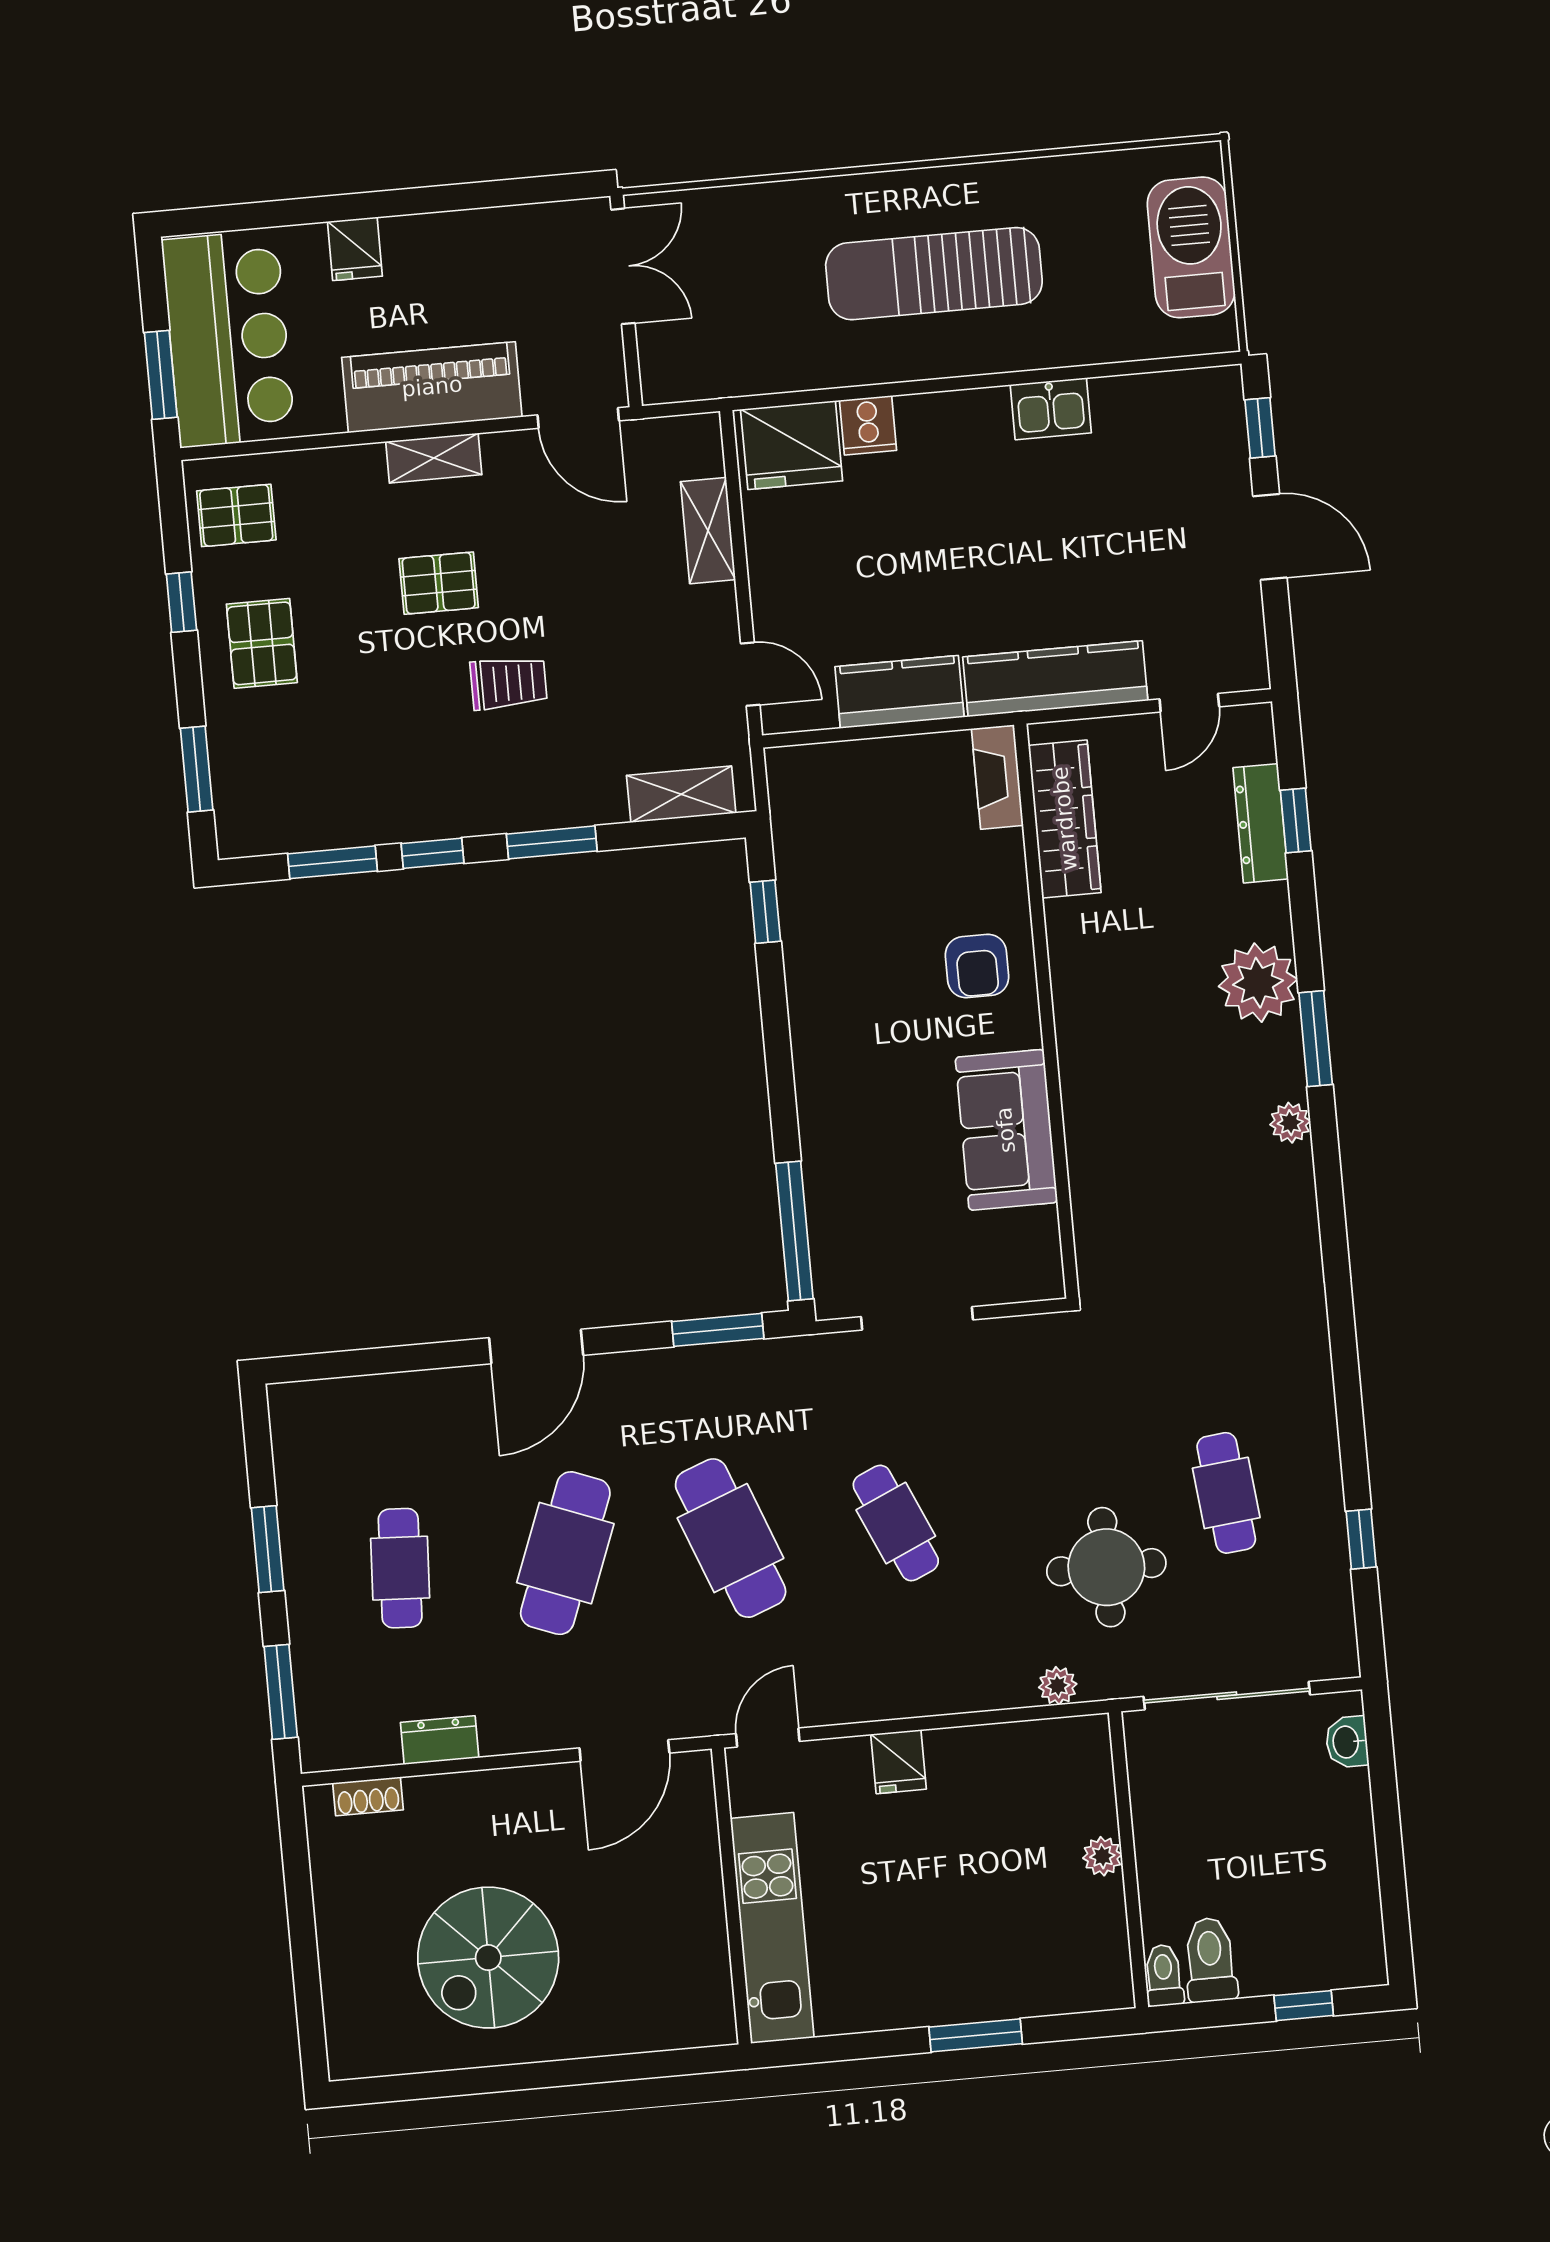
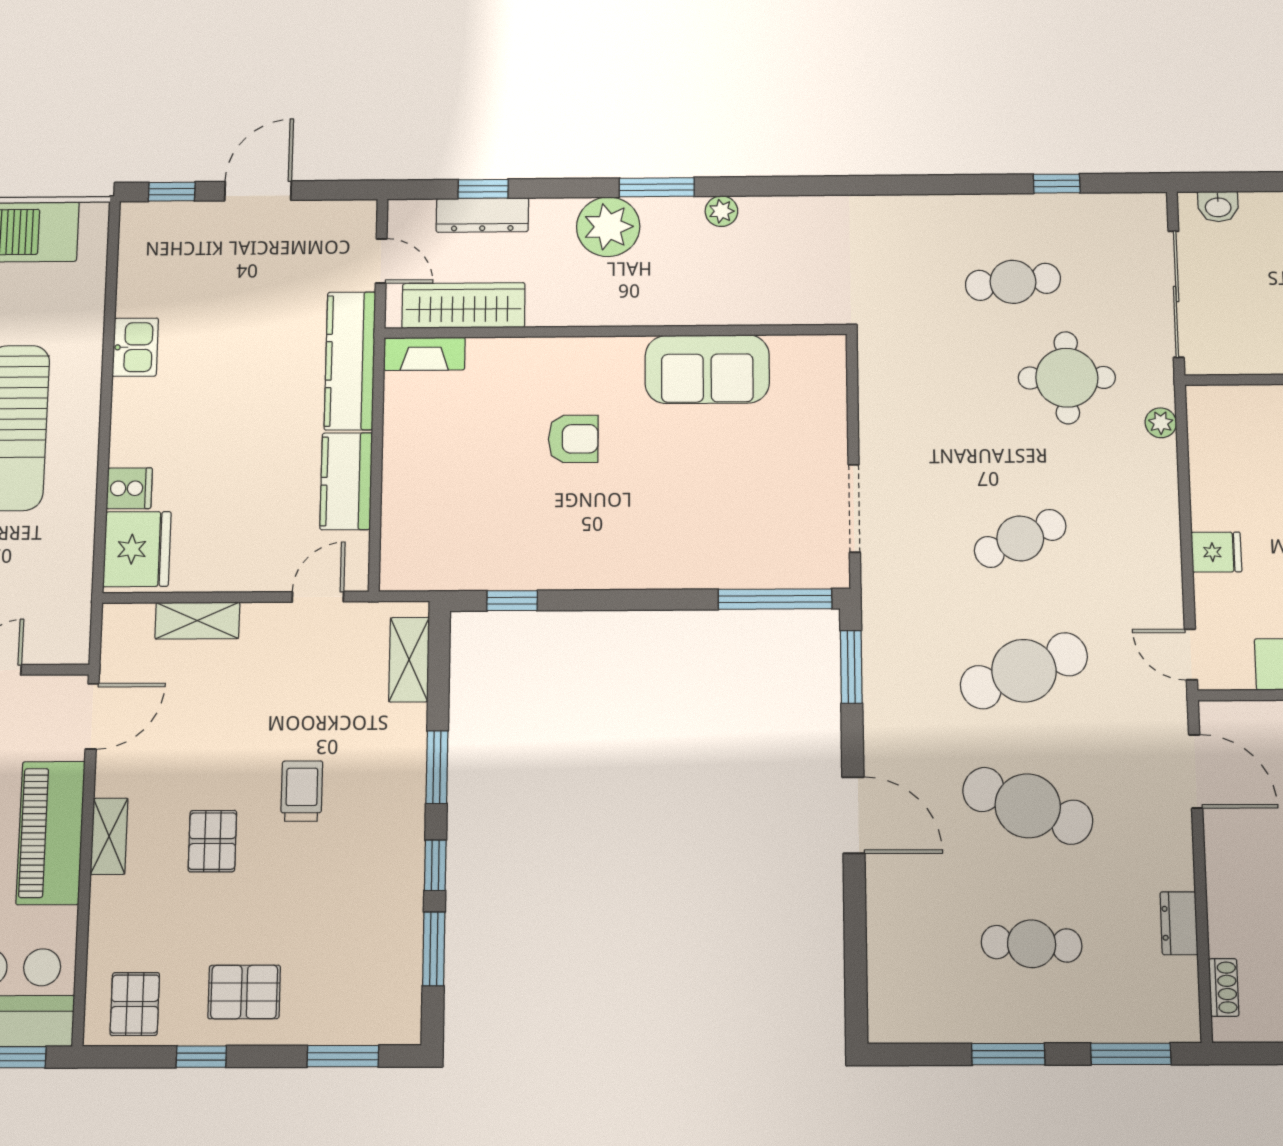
fireplace: (997, 777) -> (425, 354), moved
wardrobe: (1065, 819) -> (463, 306), moved
wall: (1046, 1011) -> (615, 331), moved
sofa: (1006, 1130) -> (707, 369), moved

